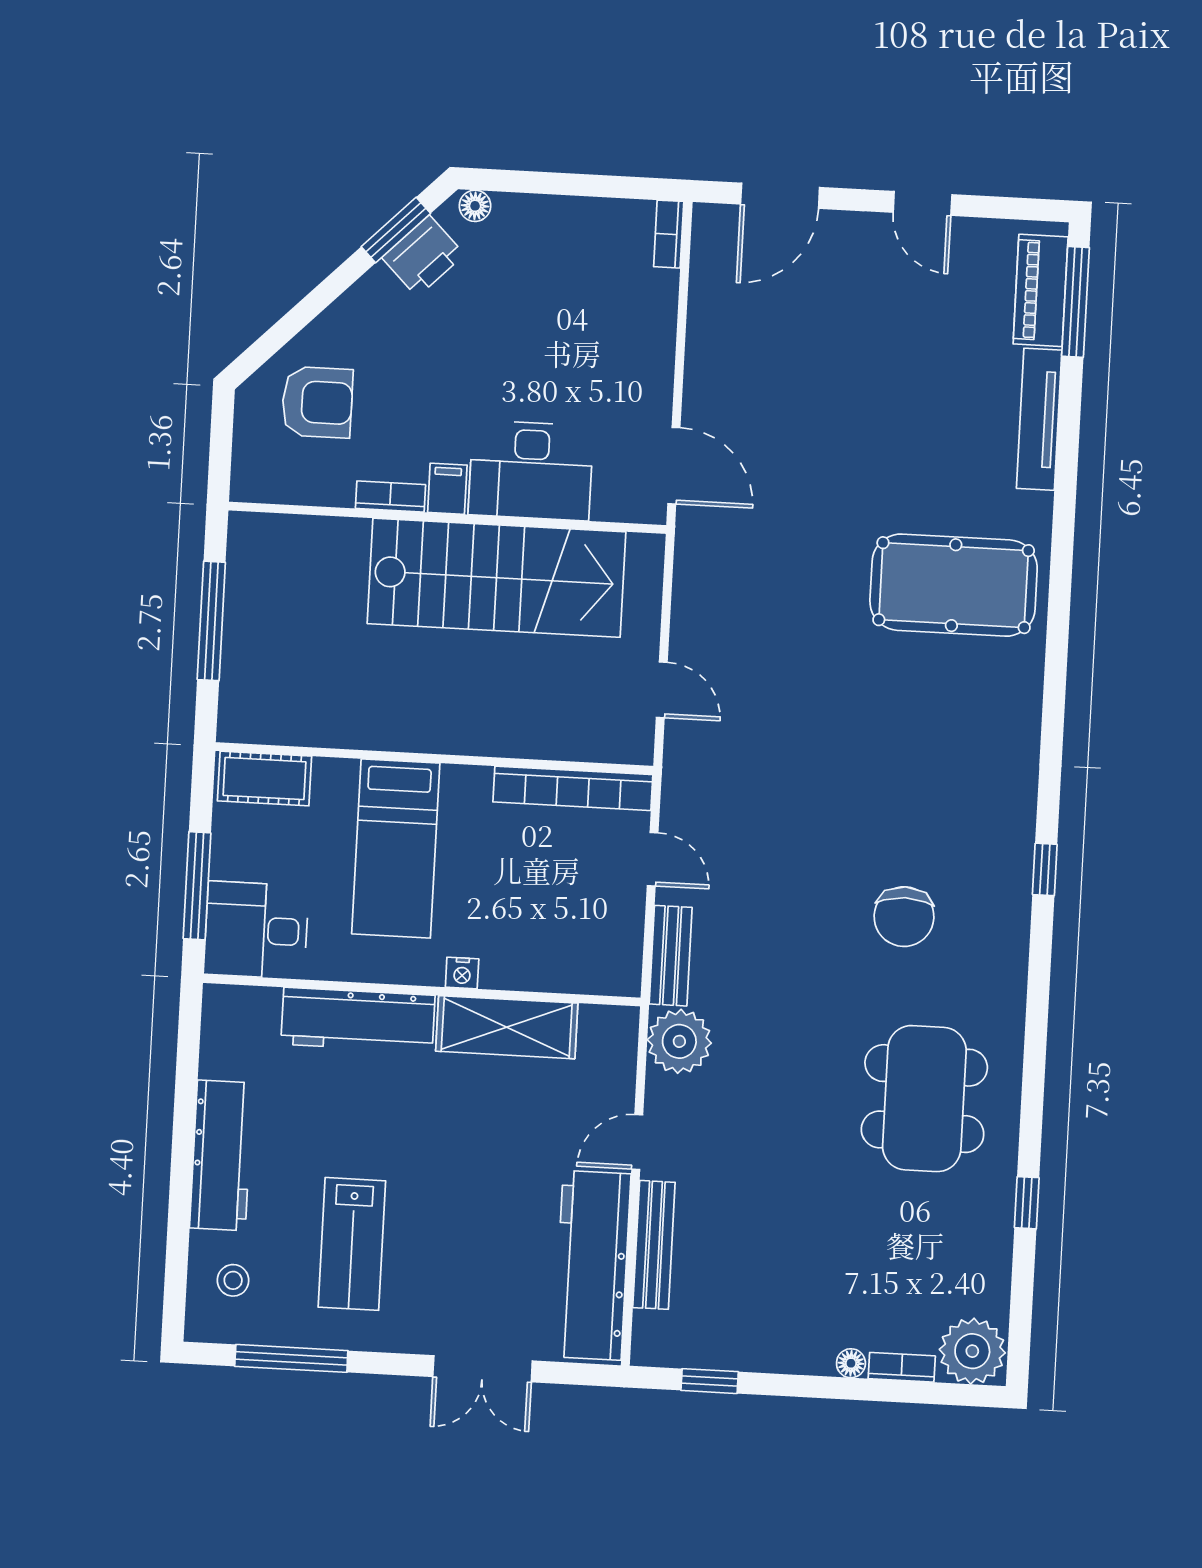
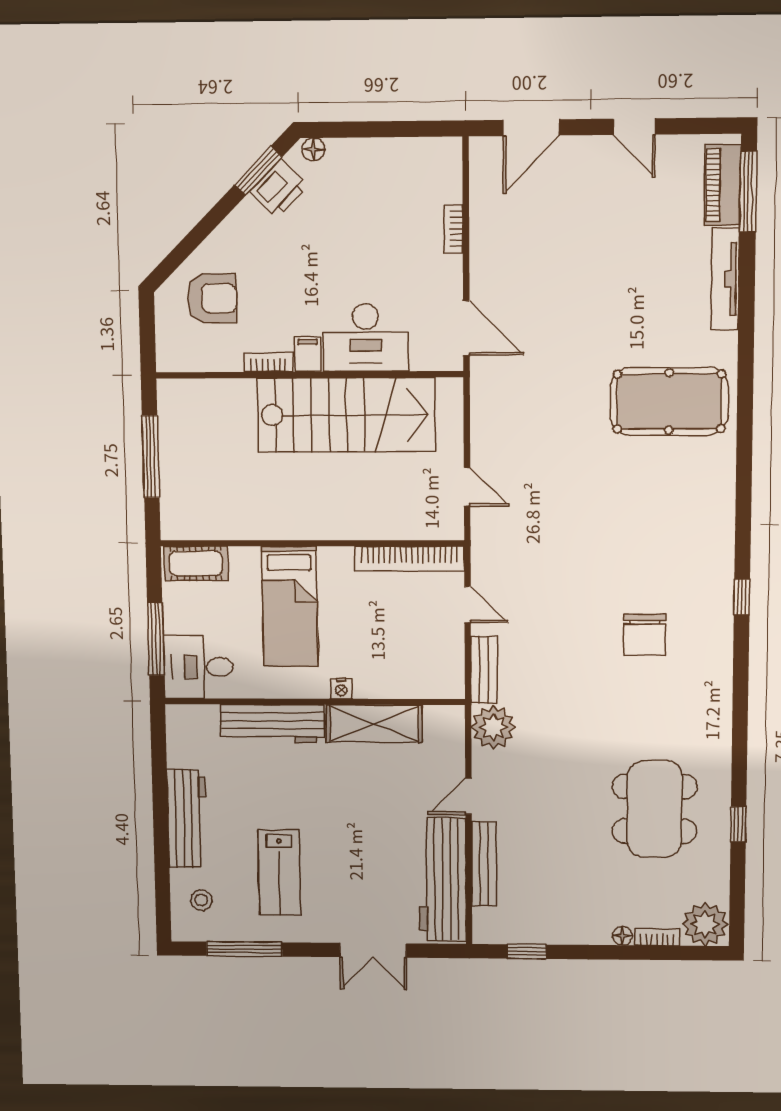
bookcase: (669, 234) -> (453, 229), moved
dining table: (924, 1099) -> (655, 809), moved

